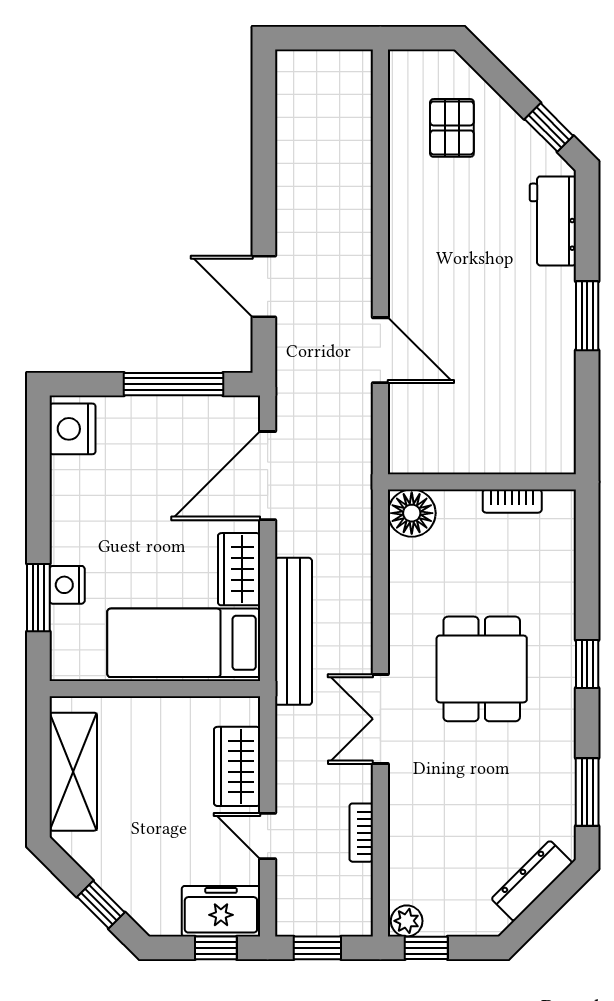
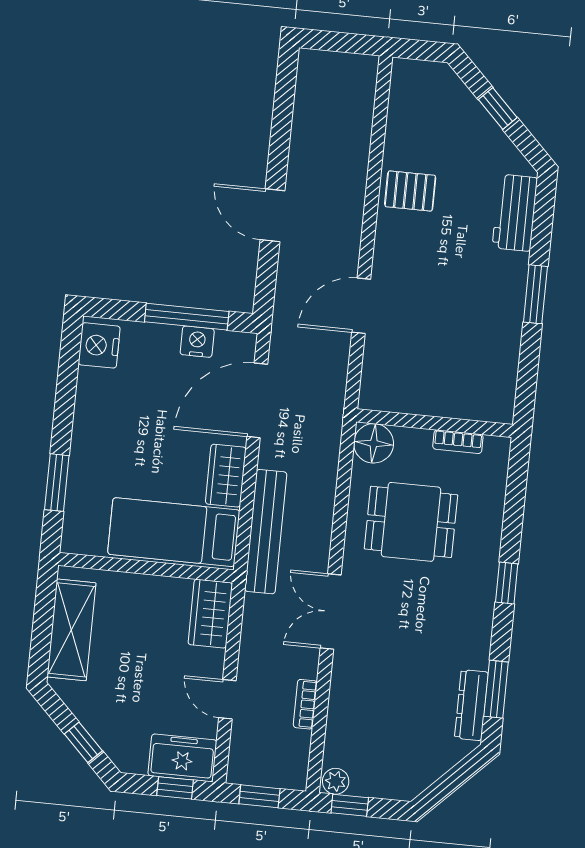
window: (549, 127) -> (498, 108), moved
pallet: (452, 128) -> (410, 191), moved, turned 90
door: (264, 286) -> (273, 215), moved
door: (380, 350) -> (361, 306), swing flipped
nightstand: (67, 585) -> (197, 342), moved, turned 90
dining table: (482, 669) -> (411, 522), moved, turned 90
wardrobe: (237, 766) -> (210, 614), moved
dresser: (532, 881) -> (471, 705), moved, turned -45

